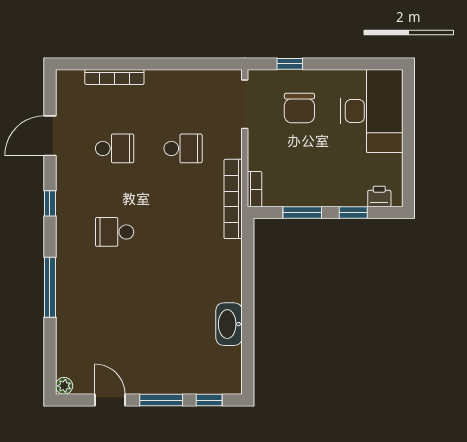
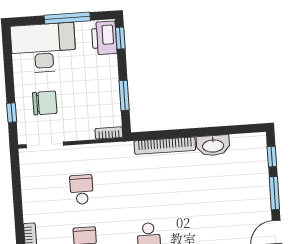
window: (408, 145) -> (67, 18), added
printer: (379, 196) -> (104, 38), width x1.87, depth x1.48
bookcase: (233, 199) -> (165, 146), moved
window: (353, 213) -> (120, 38), moved

